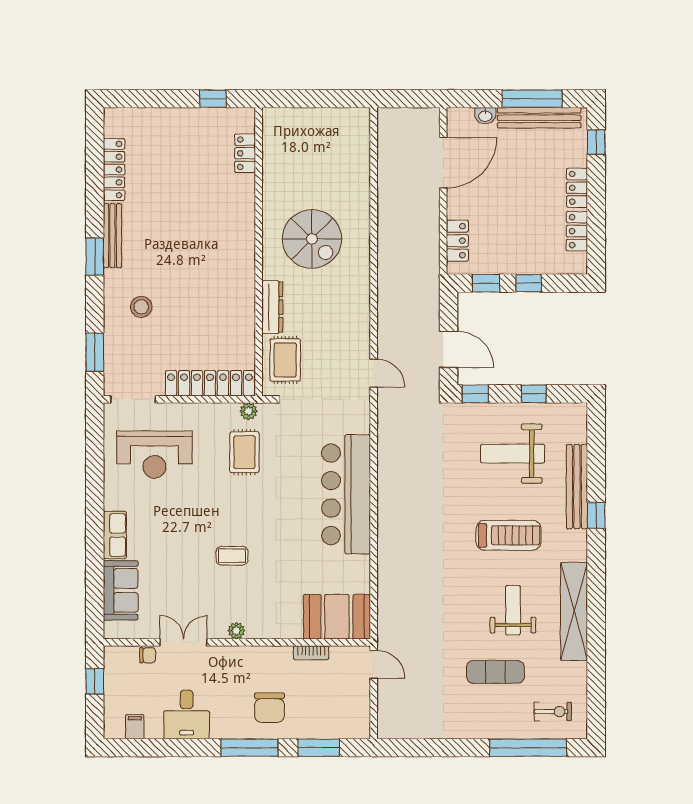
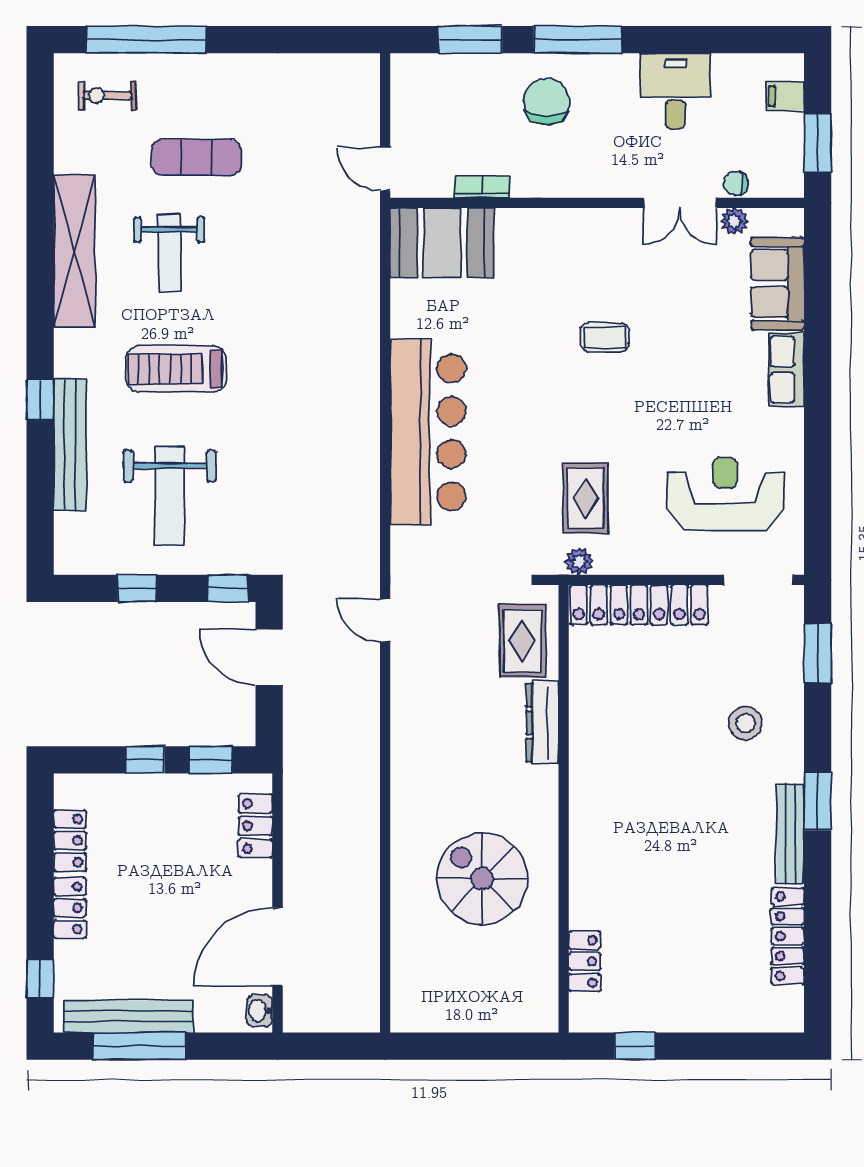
washbasin: (485, 116) -> (259, 1011), moved, turned -90
spiral stairs: (312, 239) -> (482, 879), moved
weight bench: (513, 454) -> (170, 496), turned 90
plant: (236, 631) -> (734, 221), moved
window: (95, 681) -> (818, 142), width x1.50
filing cabinet: (135, 727) -> (785, 96), moved, turned 90

